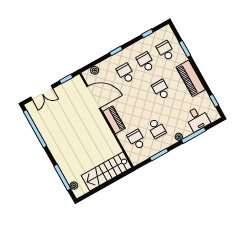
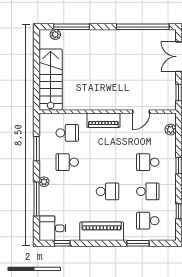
school desk: (166, 51) -> (148, 221), turned 180
school desk: (126, 73) -> (148, 162), turned 180
door: (94, 97) -> (141, 112), width x0.53
desk: (197, 119) -> (52, 228), moved

